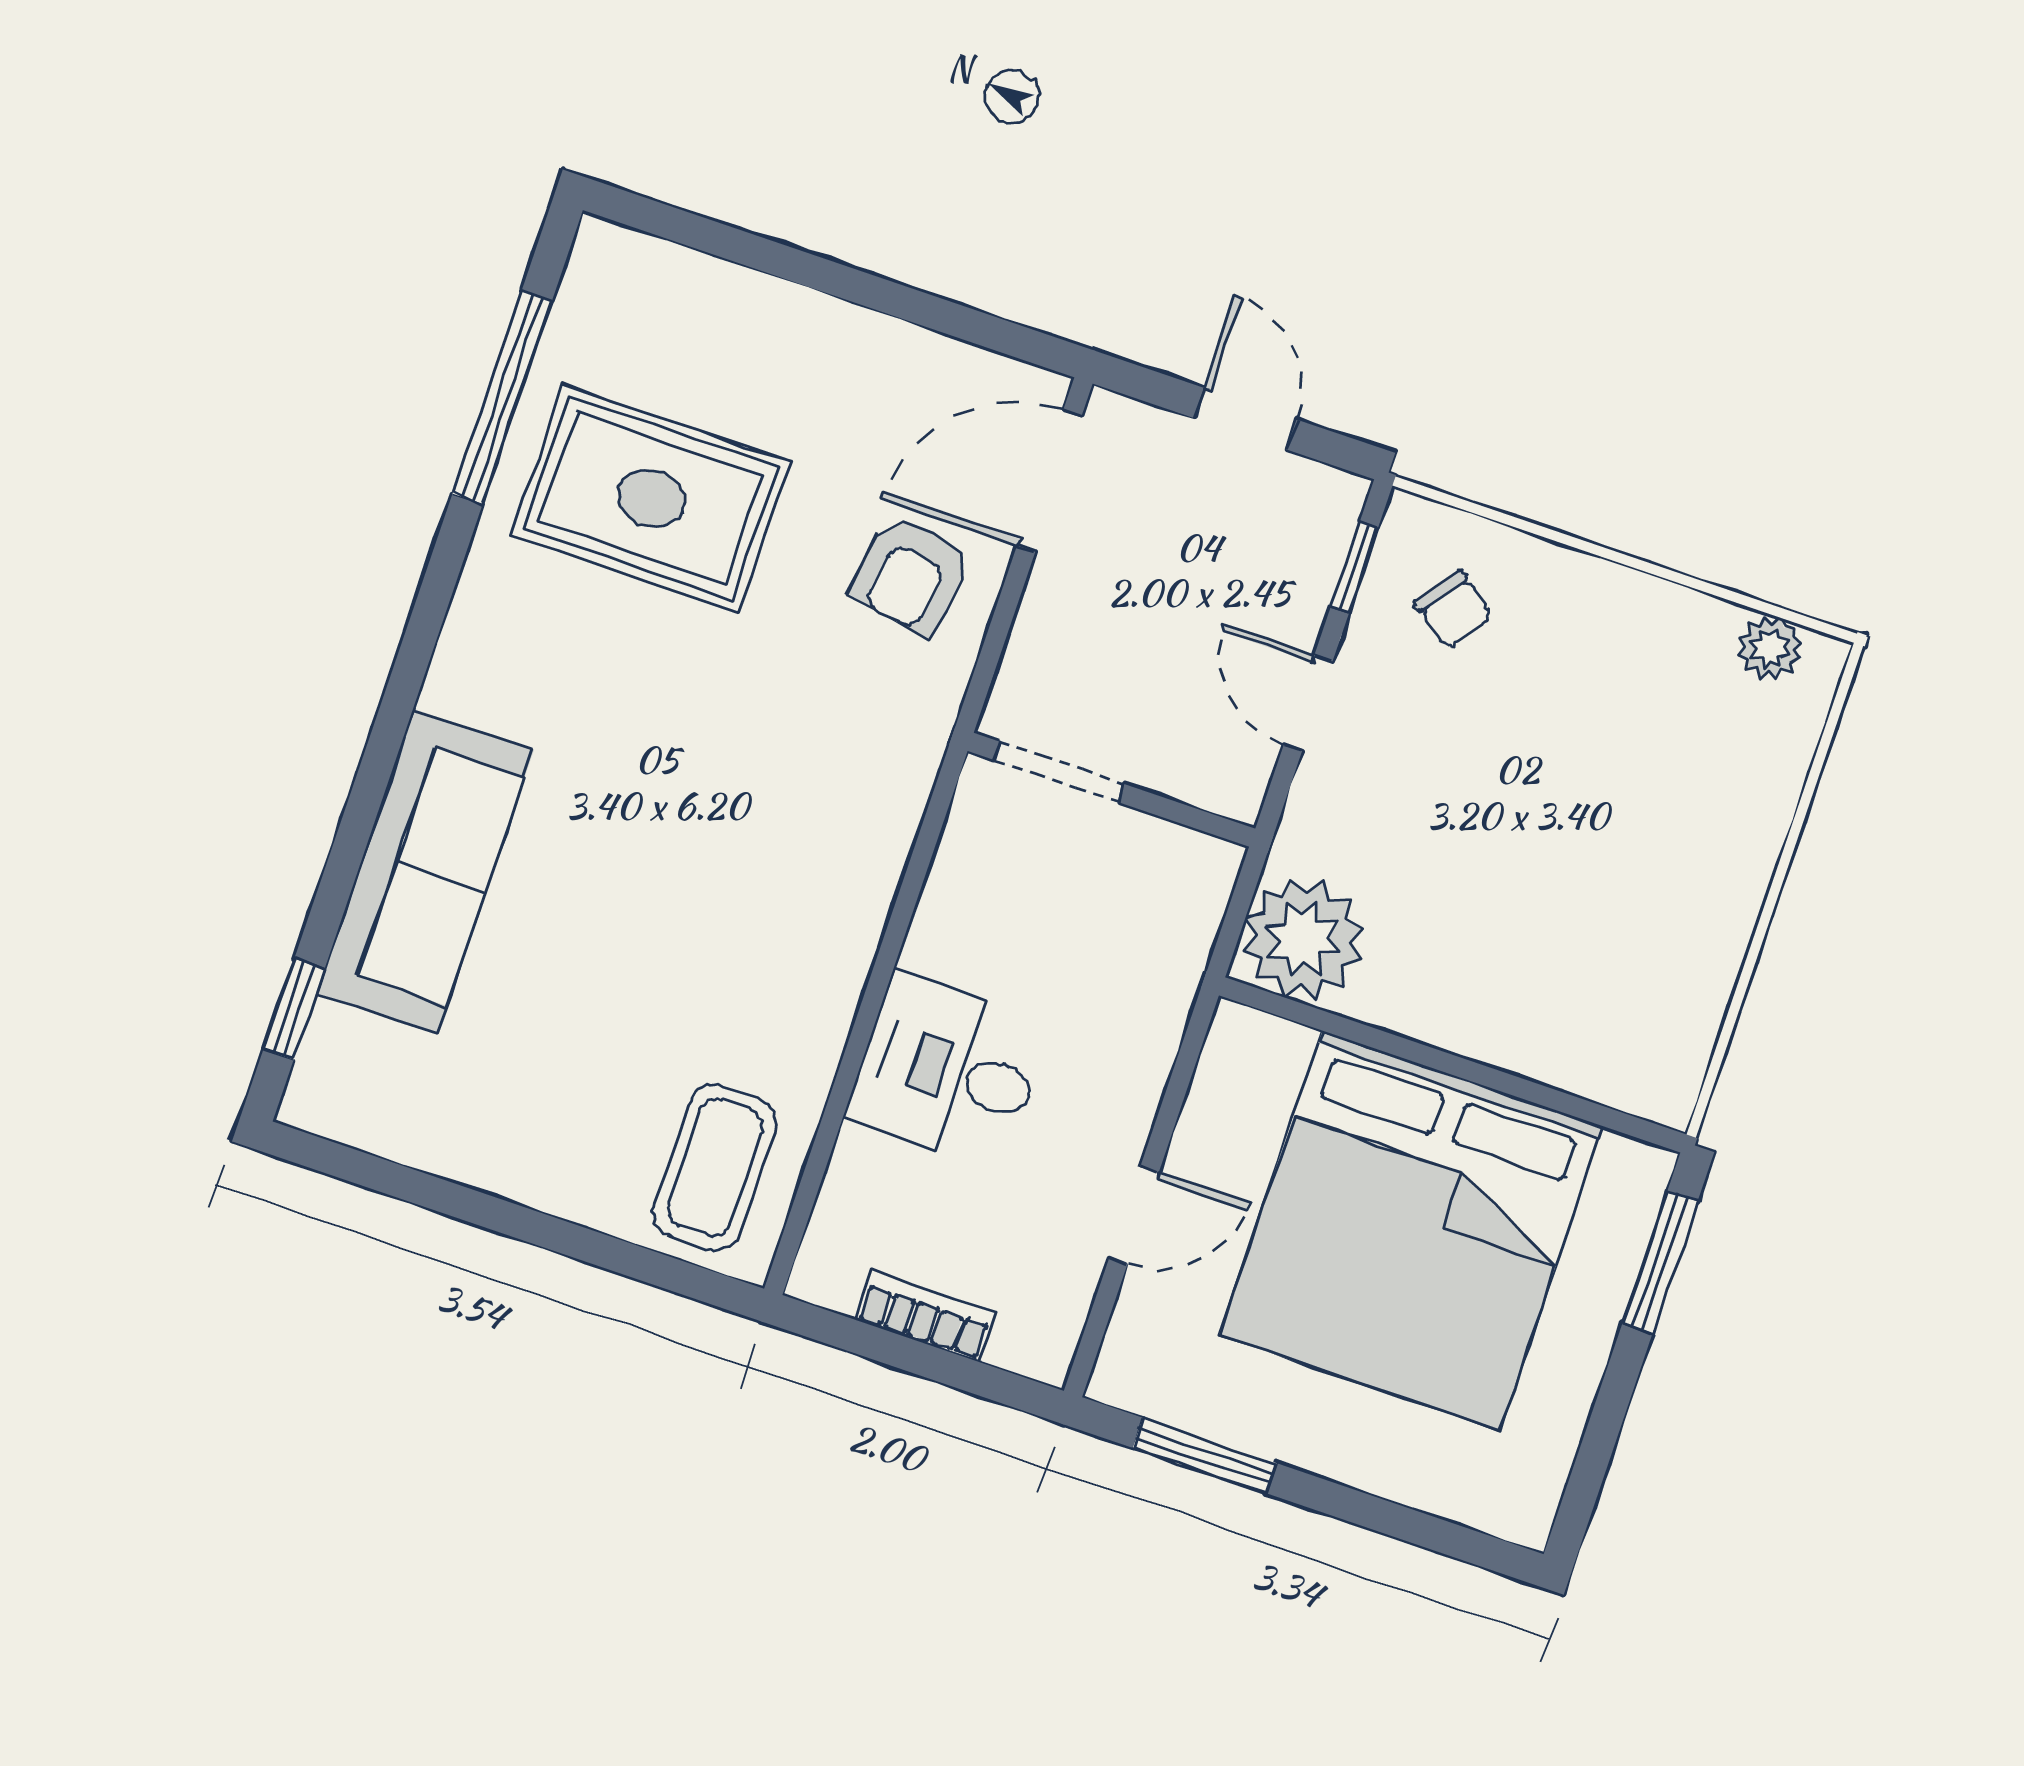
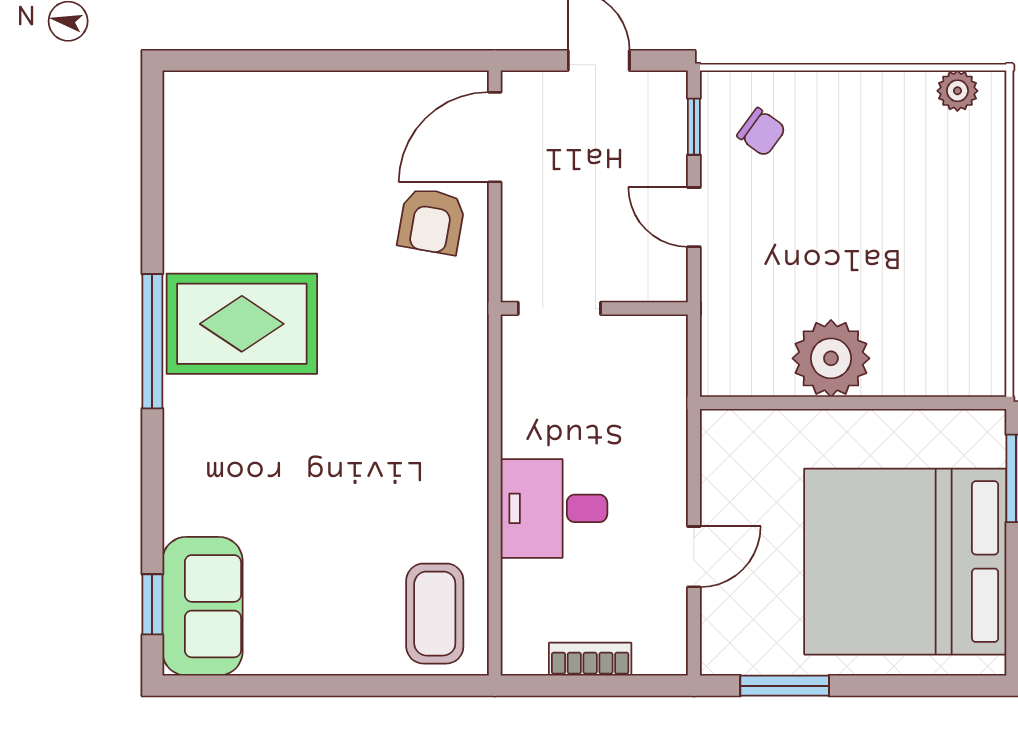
window: (502, 397) -> (152, 341), moved
rug: (651, 498) -> (242, 324), moved
sofa: (425, 871) -> (202, 606), moved, width x0.73
plant: (1303, 939) -> (831, 358), moved
bed: (1411, 1231) -> (905, 562), moved, turned 90

